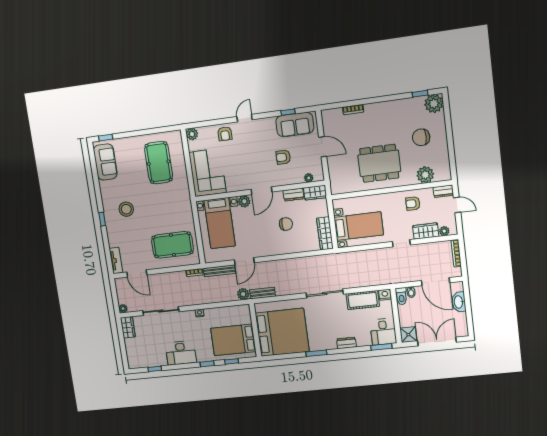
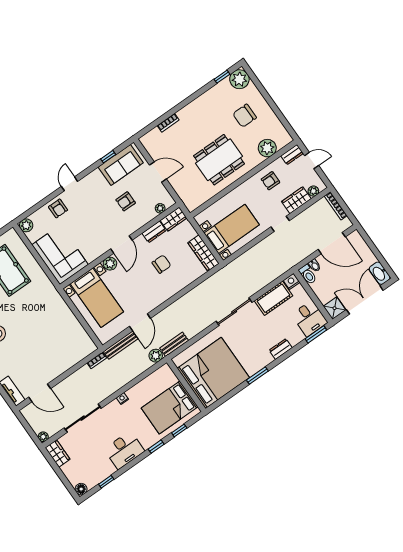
pool table: (172, 245) -> (61, 345), removed
washbasin: (459, 302) -> (380, 273), moved
floor lamp: (133, 364) -> (81, 489), added

